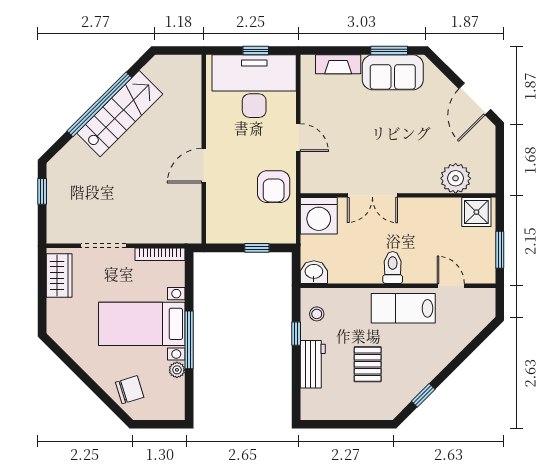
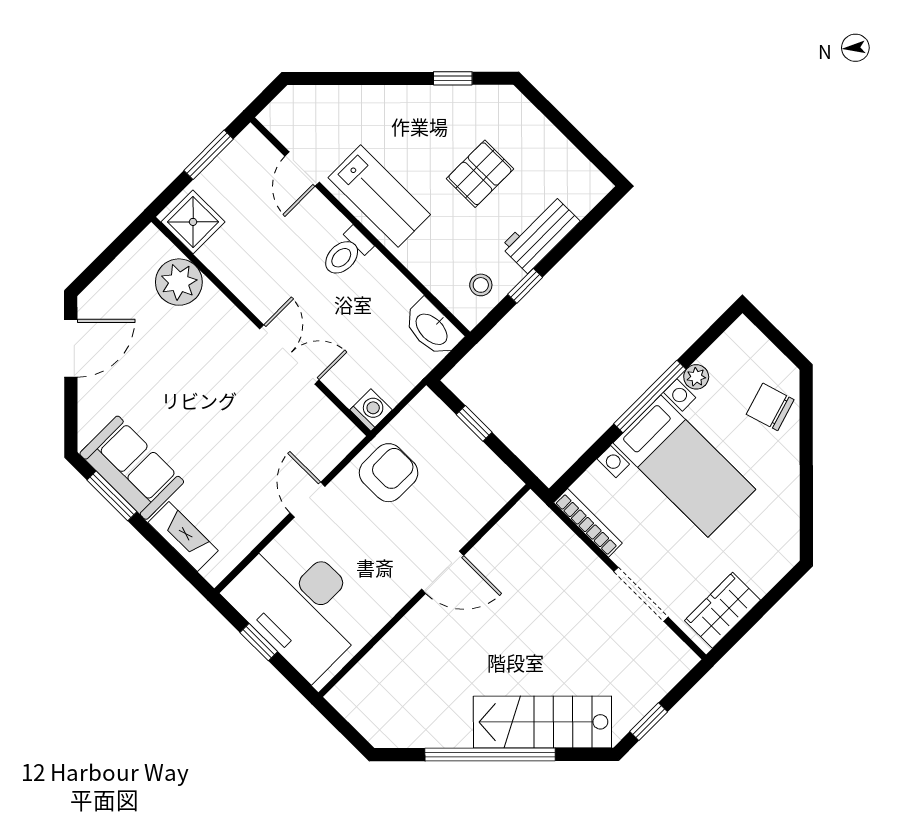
stairs: (120, 114) -> (542, 722), moved
washing machine: (319, 216) -> (371, 410), width x0.53, depth x0.53
washbasin: (314, 272) -> (432, 329), width x1.38

